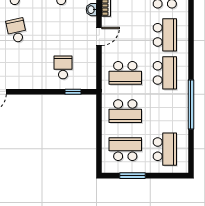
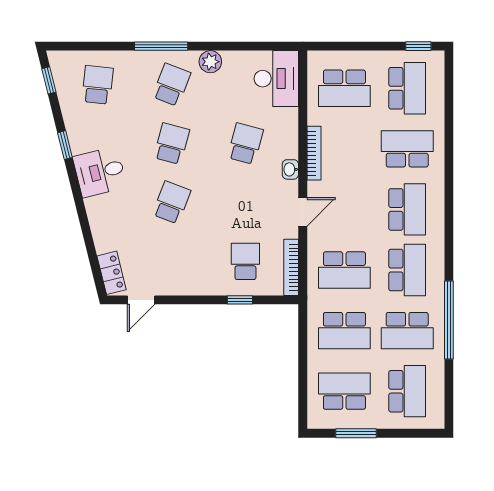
school desk: (17, 30) -> (172, 202), turned 33
bookcase: (92, 71) -> (291, 267), added
window: (73, 92) -> (240, 300), moved
school desk: (165, 111) -> (407, 331), added

